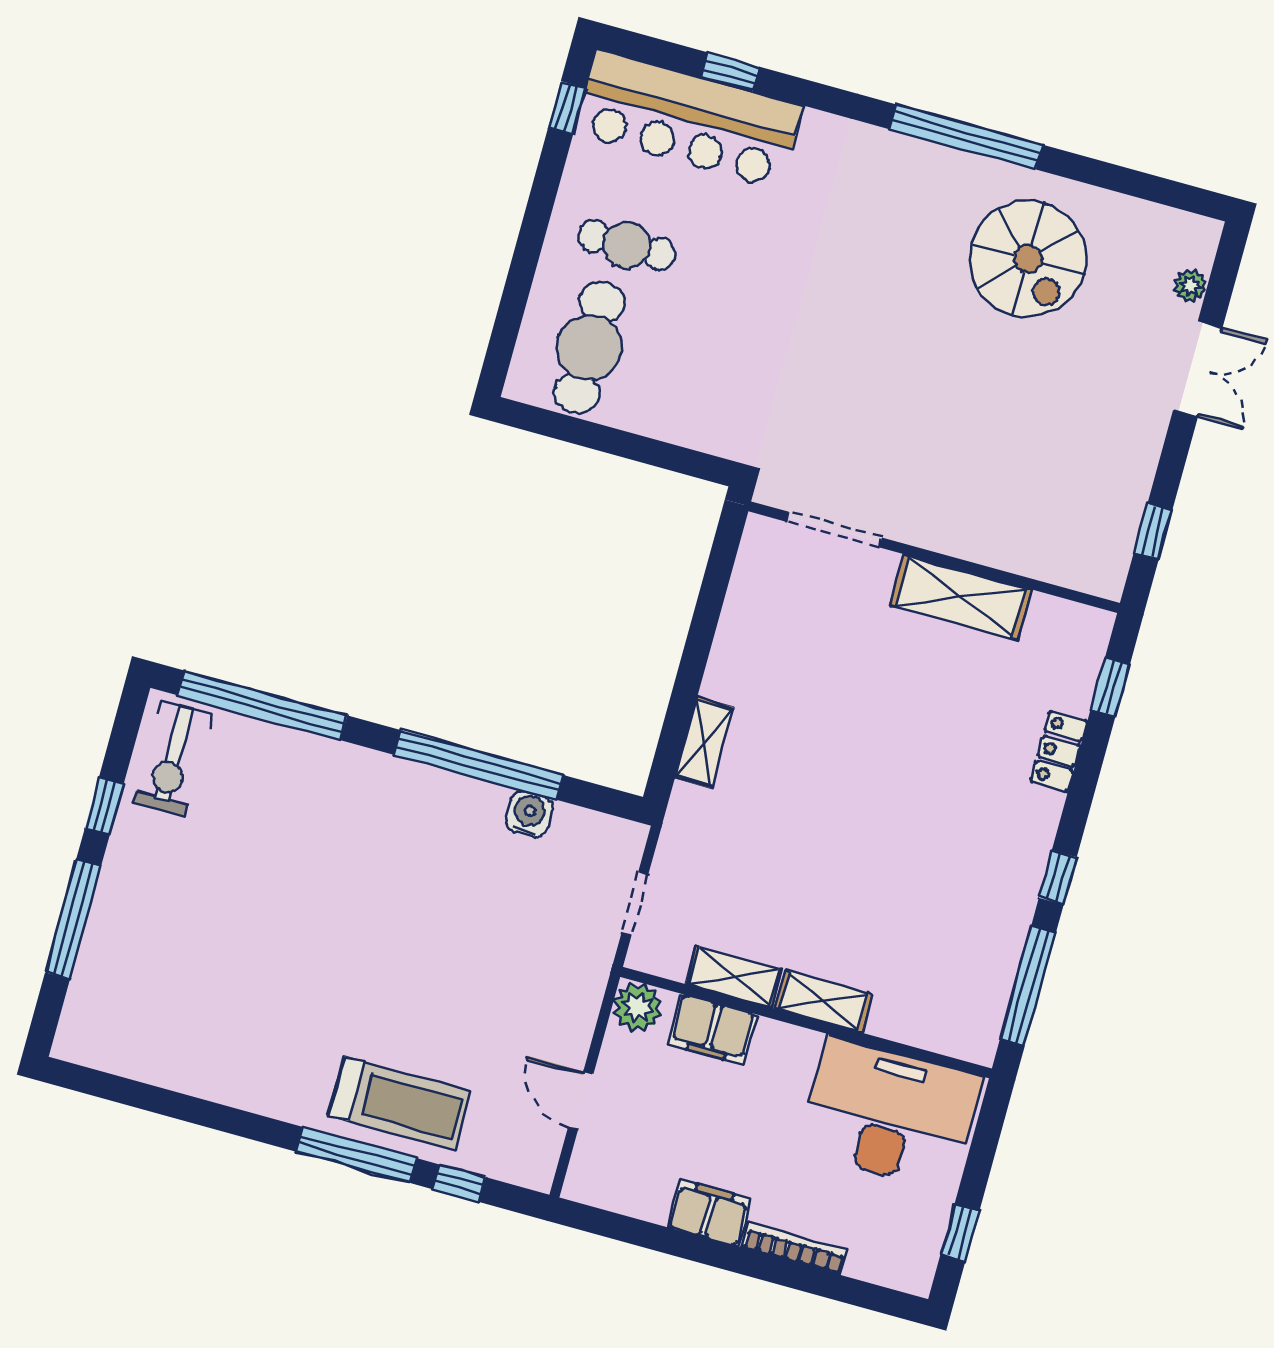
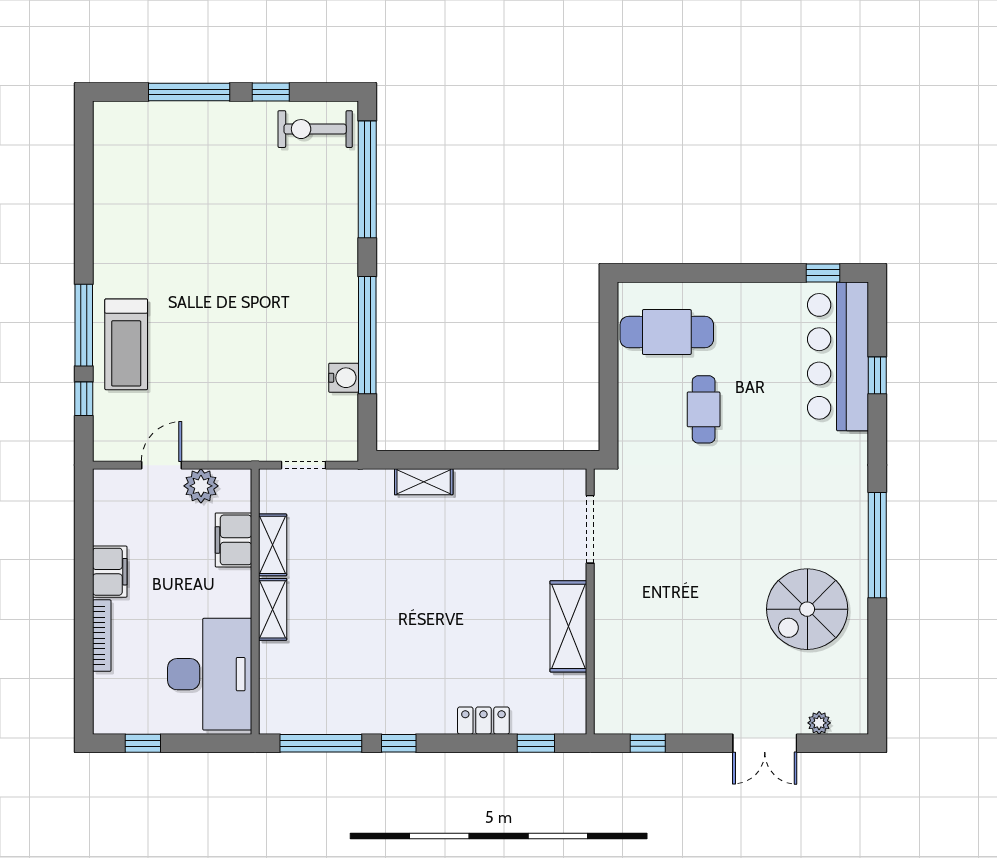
cafe table: (627, 245) -> (704, 409), moved
plant: (637, 1007) -> (201, 486), moved

